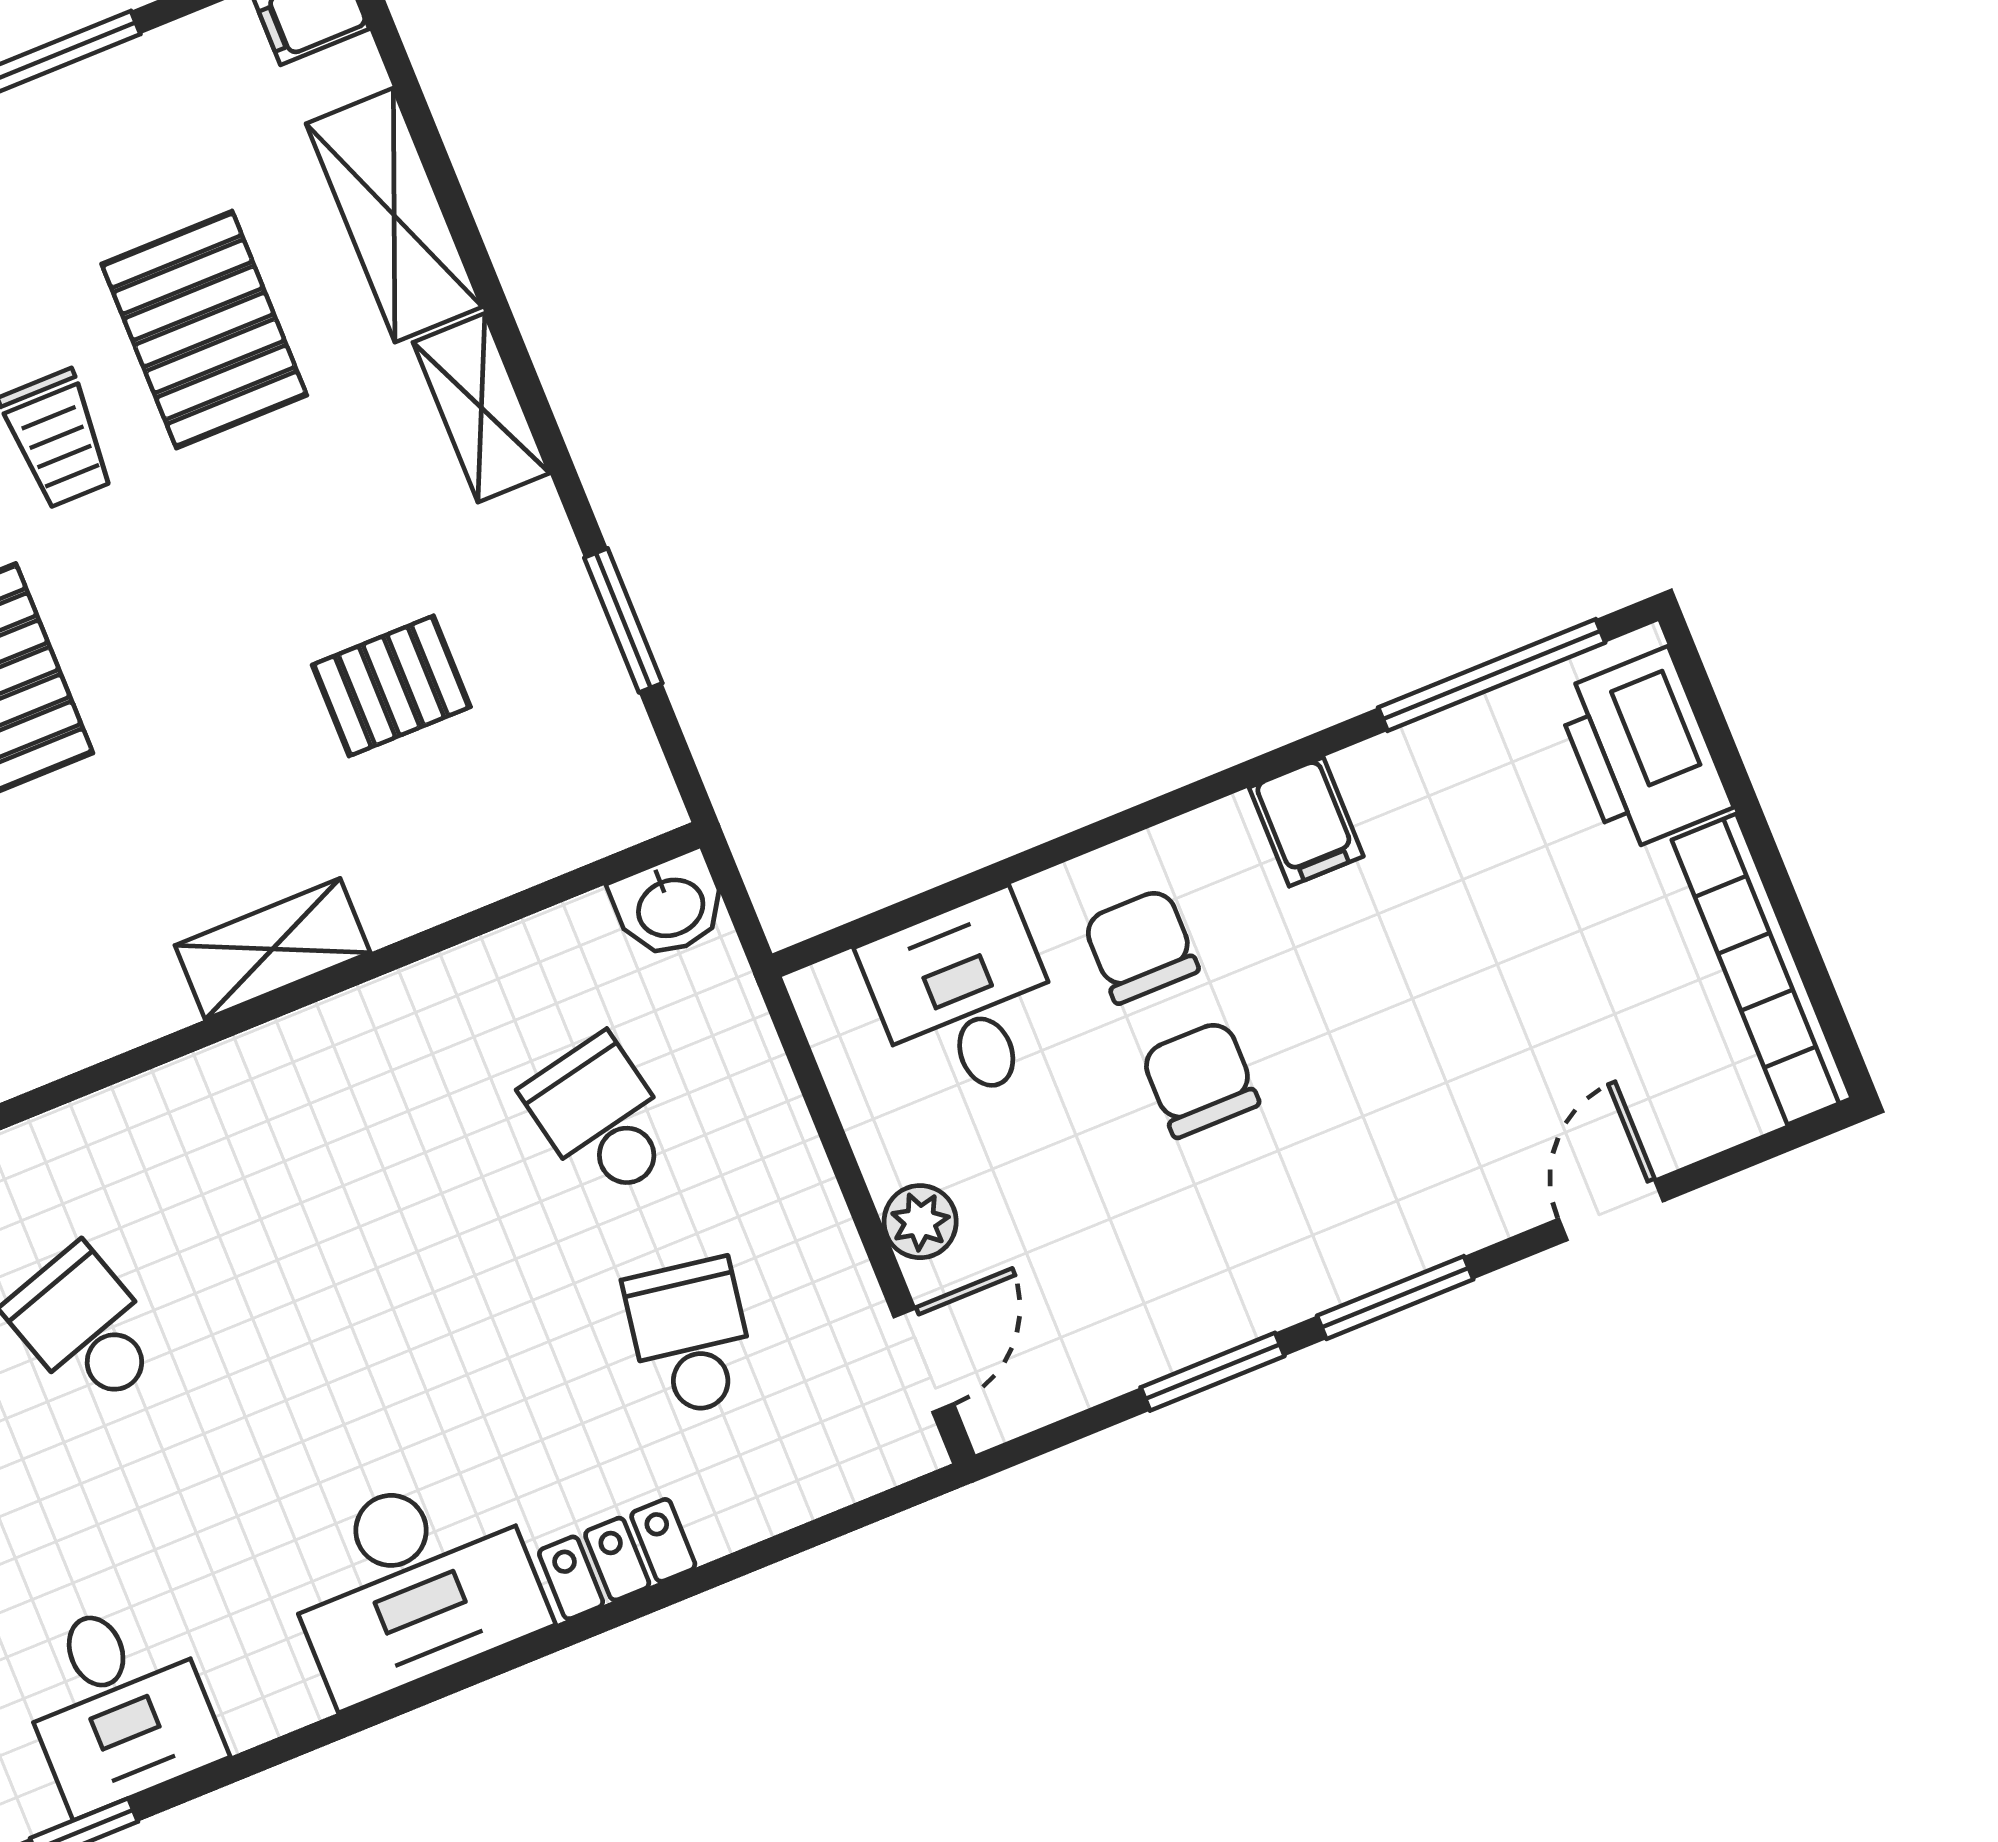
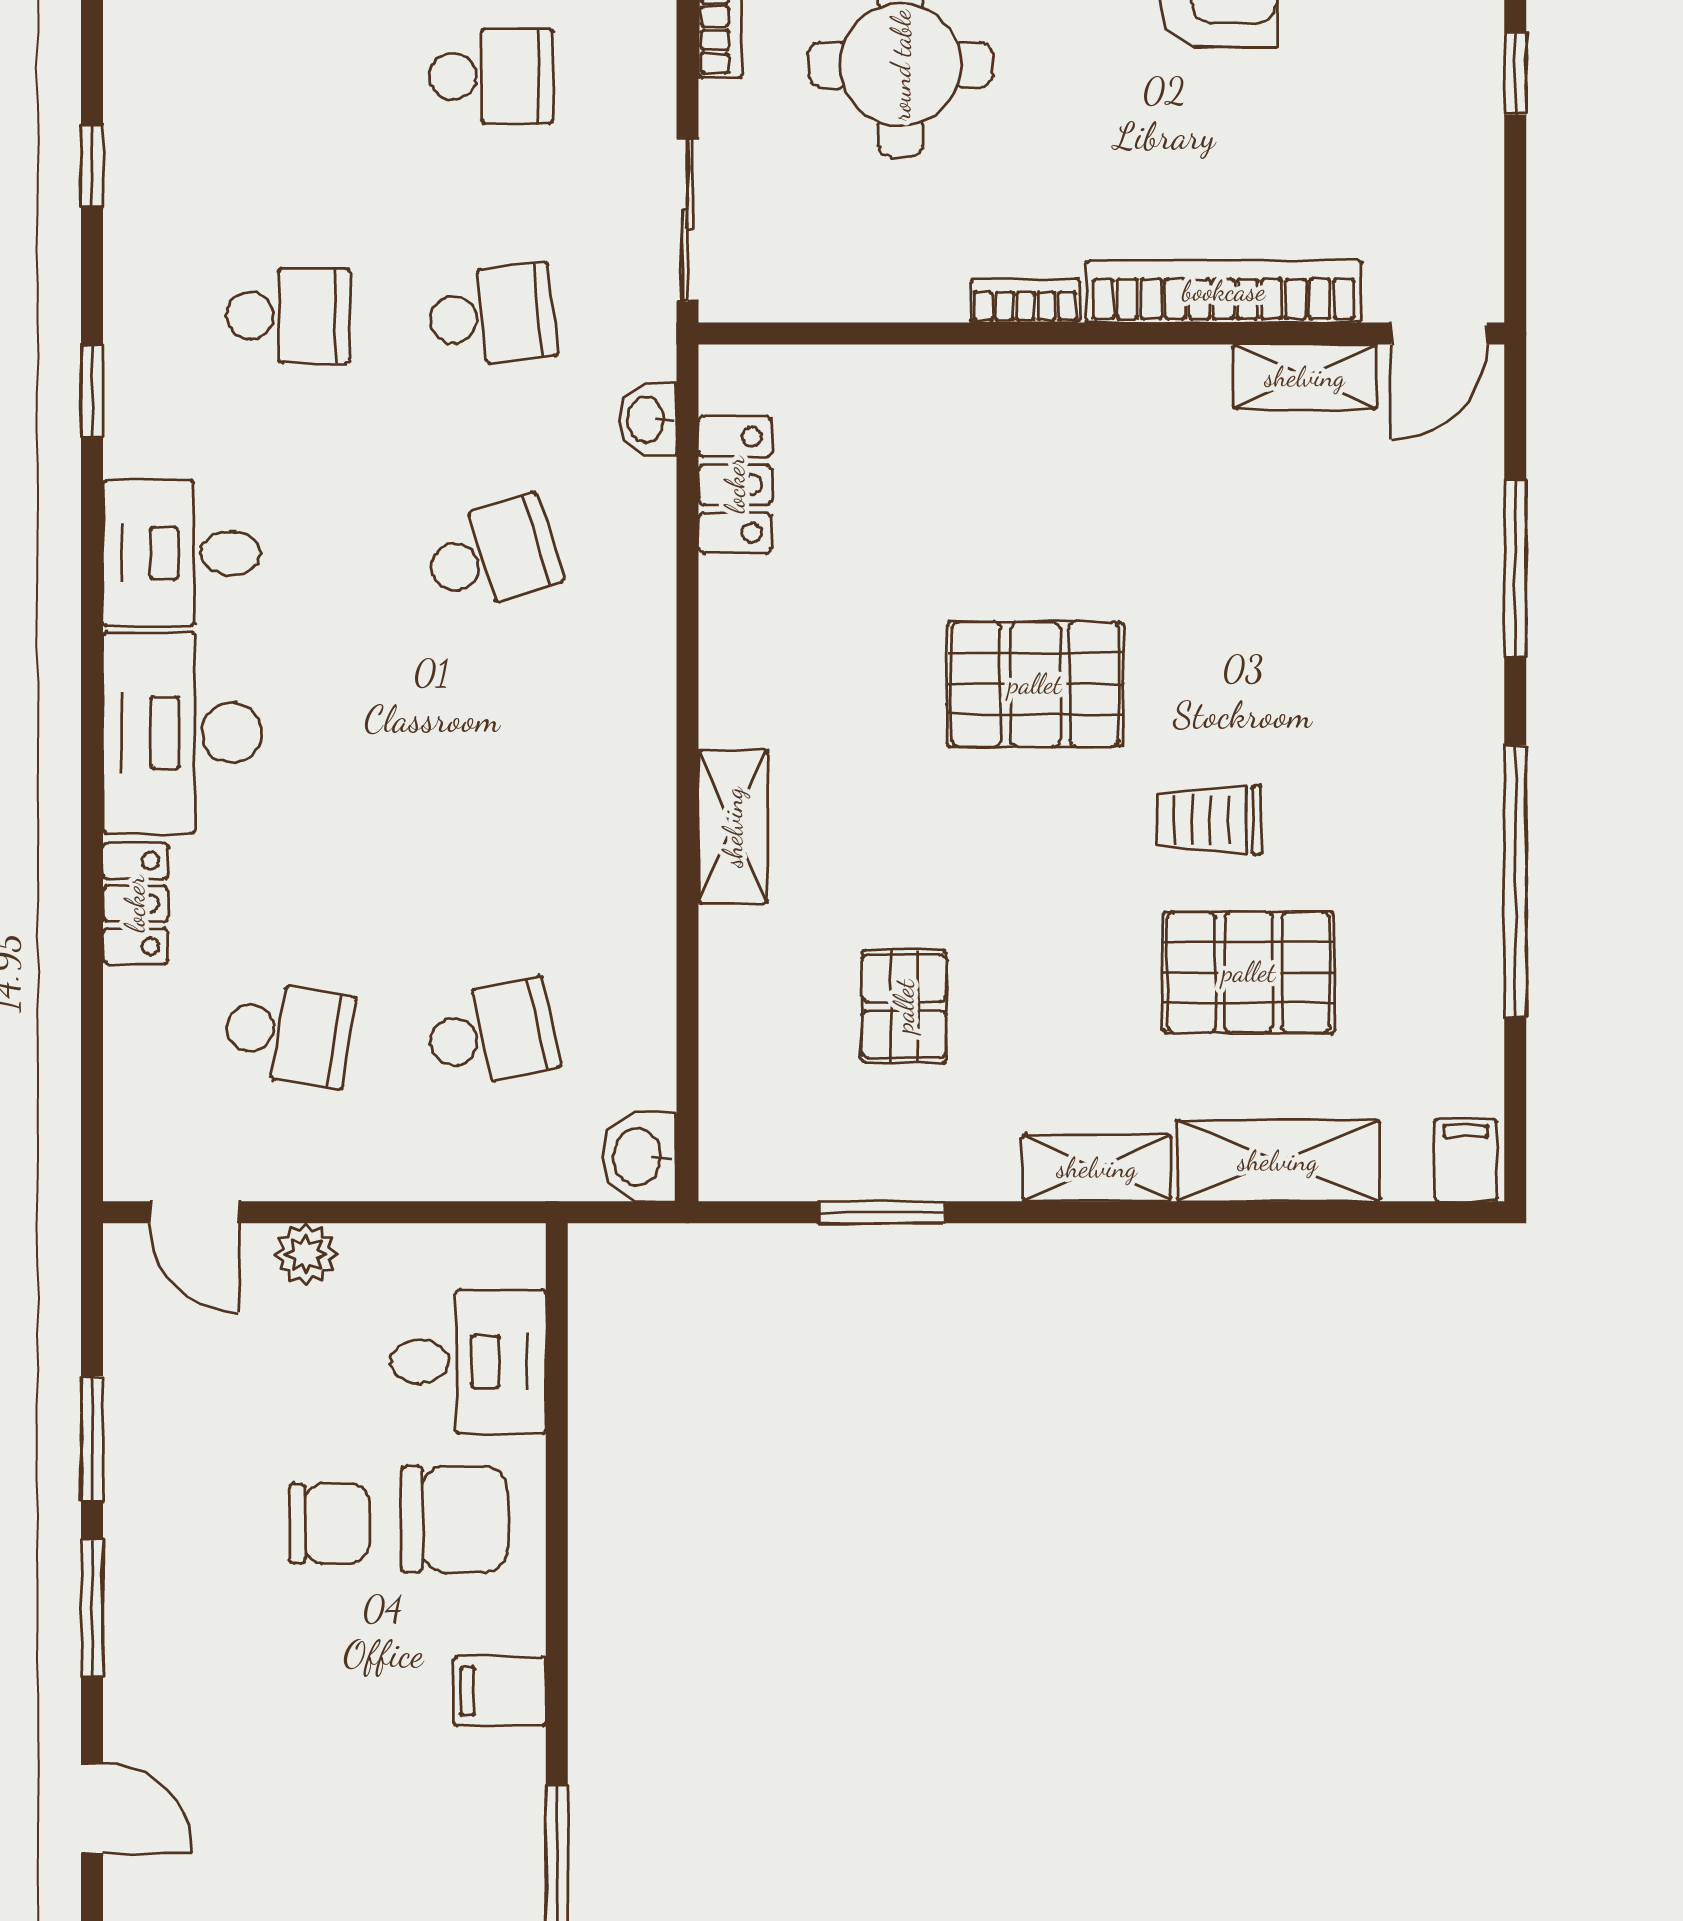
chair: (1141, 946) -> (454, 1519), width x1.37, depth x1.37
desk: (117, 1704) -> (182, 553), moved

